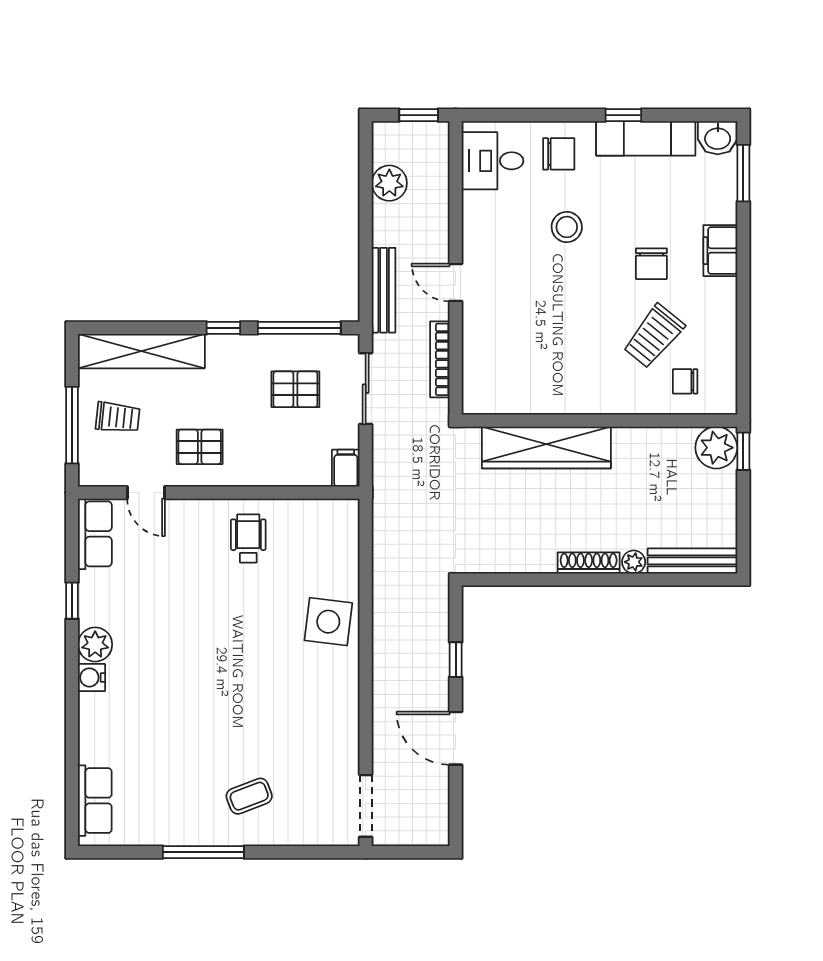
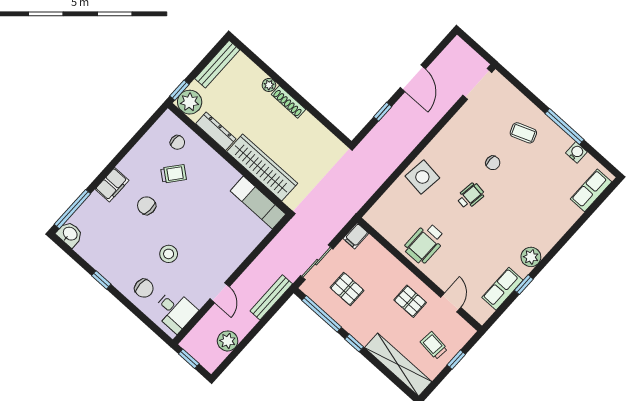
exam couch: (646, 138) -> (258, 202), moved, turned 180
chair: (559, 154) -> (144, 288), turned 180
window: (743, 173) -> (72, 209), width x1.44
chair: (651, 264) -> (147, 206), turned -86
door: (456, 282) -> (220, 293), moved
trolley: (654, 336) -> (173, 174), width x0.73, depth x0.72
bookcase: (440, 359) -> (274, 246), removed
window: (72, 425) -> (456, 360), width x0.46
dresser: (648, 440) -> (216, 131), added
row of seats: (95, 534) -> (502, 289), moved
wheelchair: (248, 538) -> (425, 243), width x1.36, depth x1.37
bench: (692, 561) -> (217, 64), moved, turned 90
wheelchair: (244, 653) -> (470, 196), added
water cooler: (92, 677) -> (576, 152), moved, turned -90
chair: (254, 722) -> (493, 163), added

